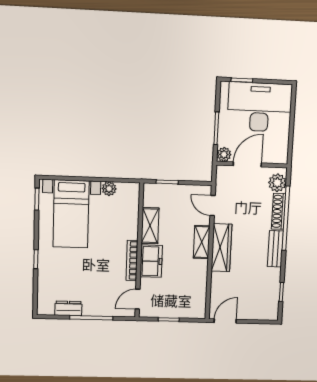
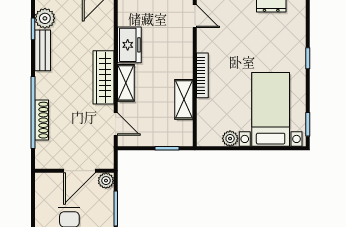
plant: (277, 183) -> (45, 18), moved
bench: (275, 249) -> (43, 50), moved
bookcase: (132, 260) -> (202, 75), moved
freezer: (151, 261) -> (129, 45), moved, turned 180
door: (138, 299) -> (195, 16), hinge flipped

